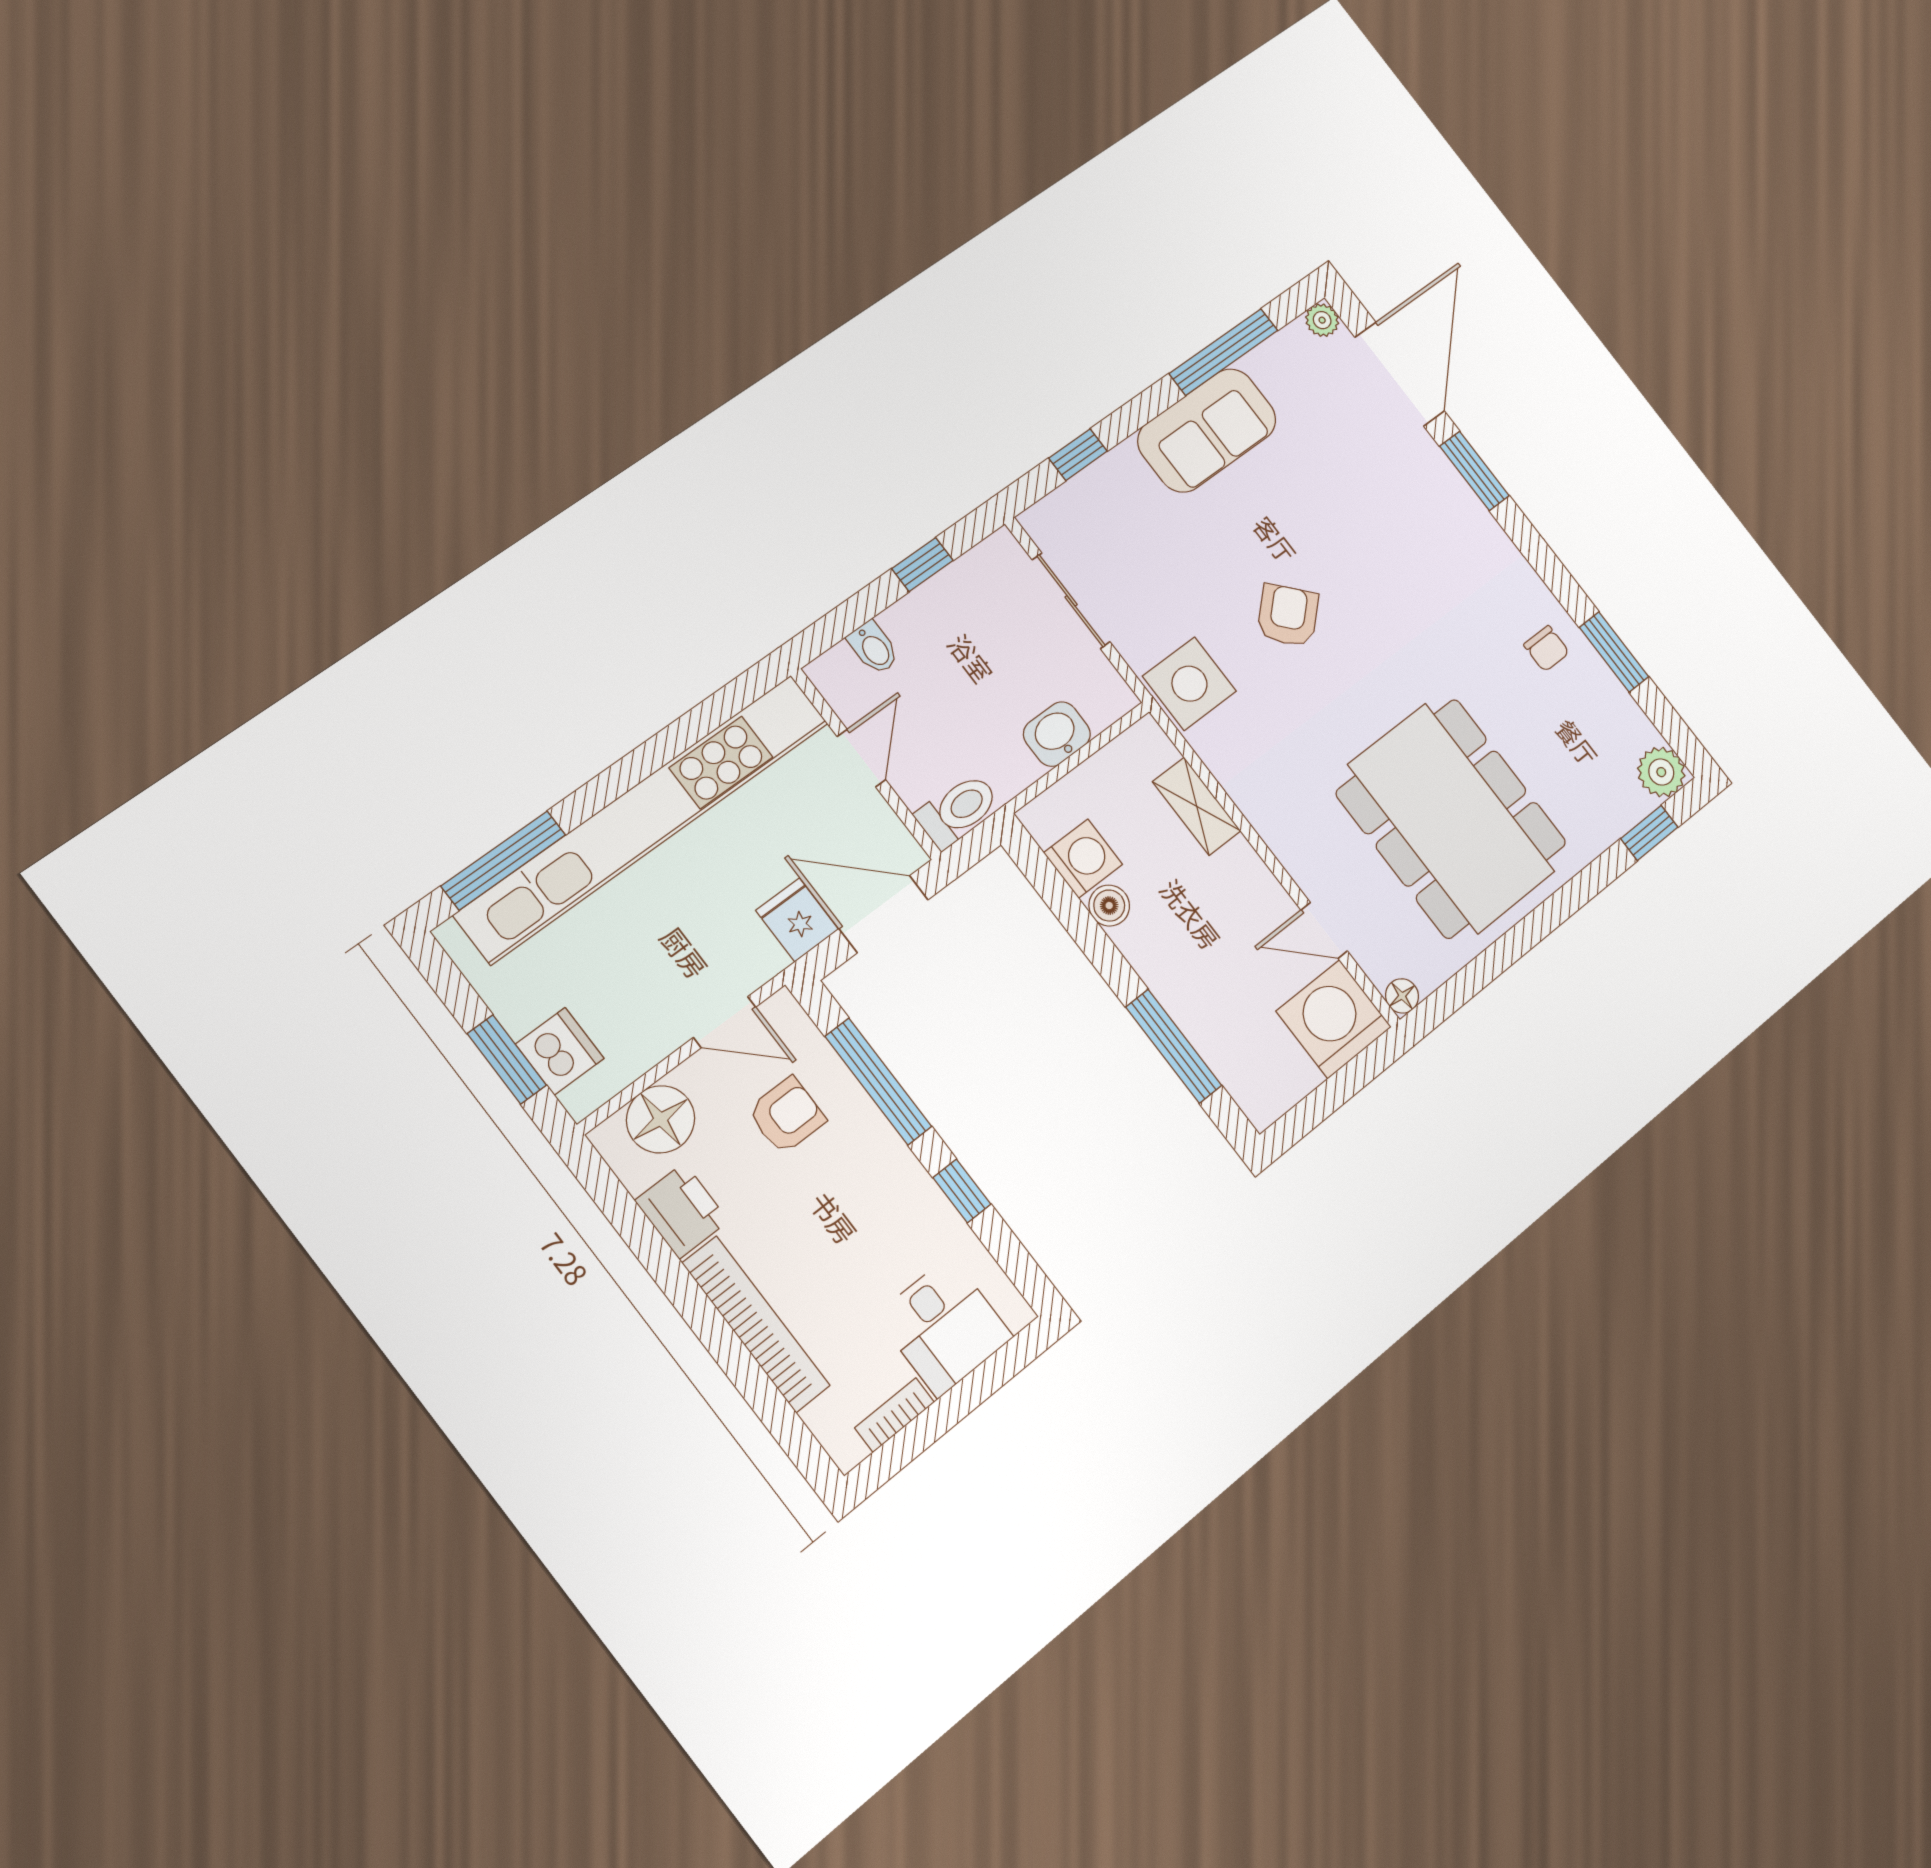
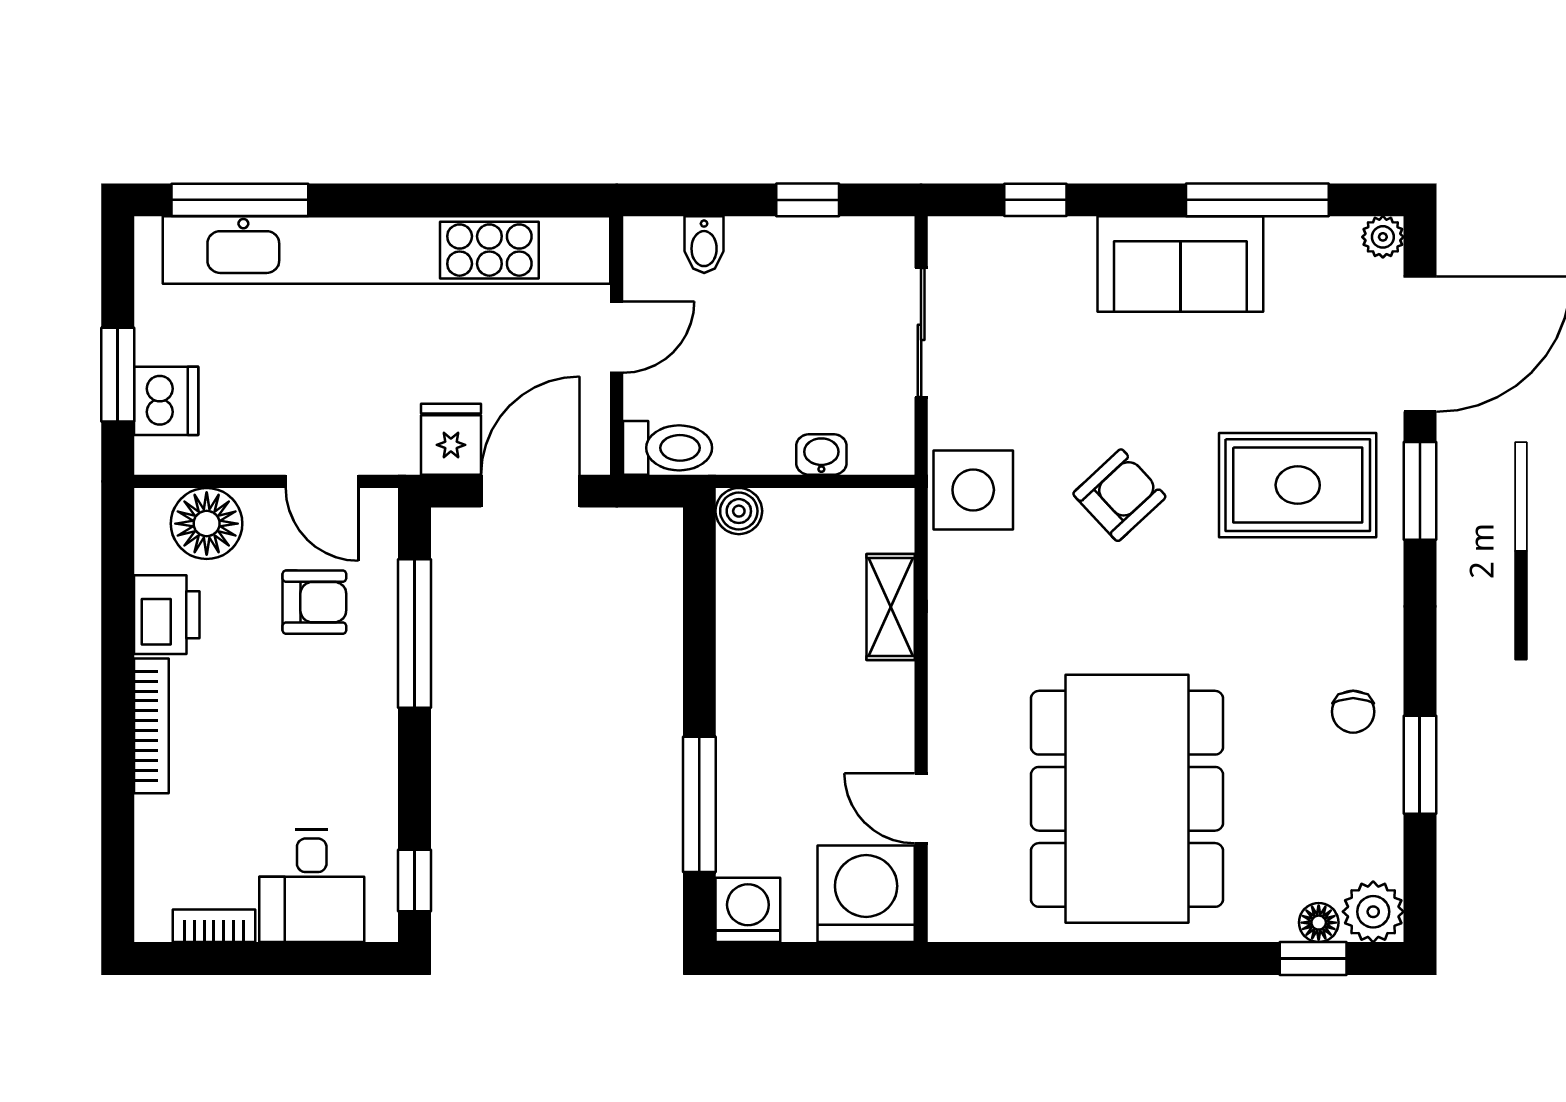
rug: (1396, 524) -> (1298, 485), added
washbasin: (1057, 734) -> (821, 455), width x0.72, depth x0.69
washing machine: (1083, 859) -> (748, 910), moved, turned -90
boiler: (1109, 906) -> (739, 511), moved
door: (884, 914) -> (530, 491), hinge flipped
floor lamp: (1402, 996) -> (1319, 923), moved
window: (962, 1191) -> (415, 880), moved
bookcase: (756, 1324) -> (151, 726), width x0.68, depth x0.76

